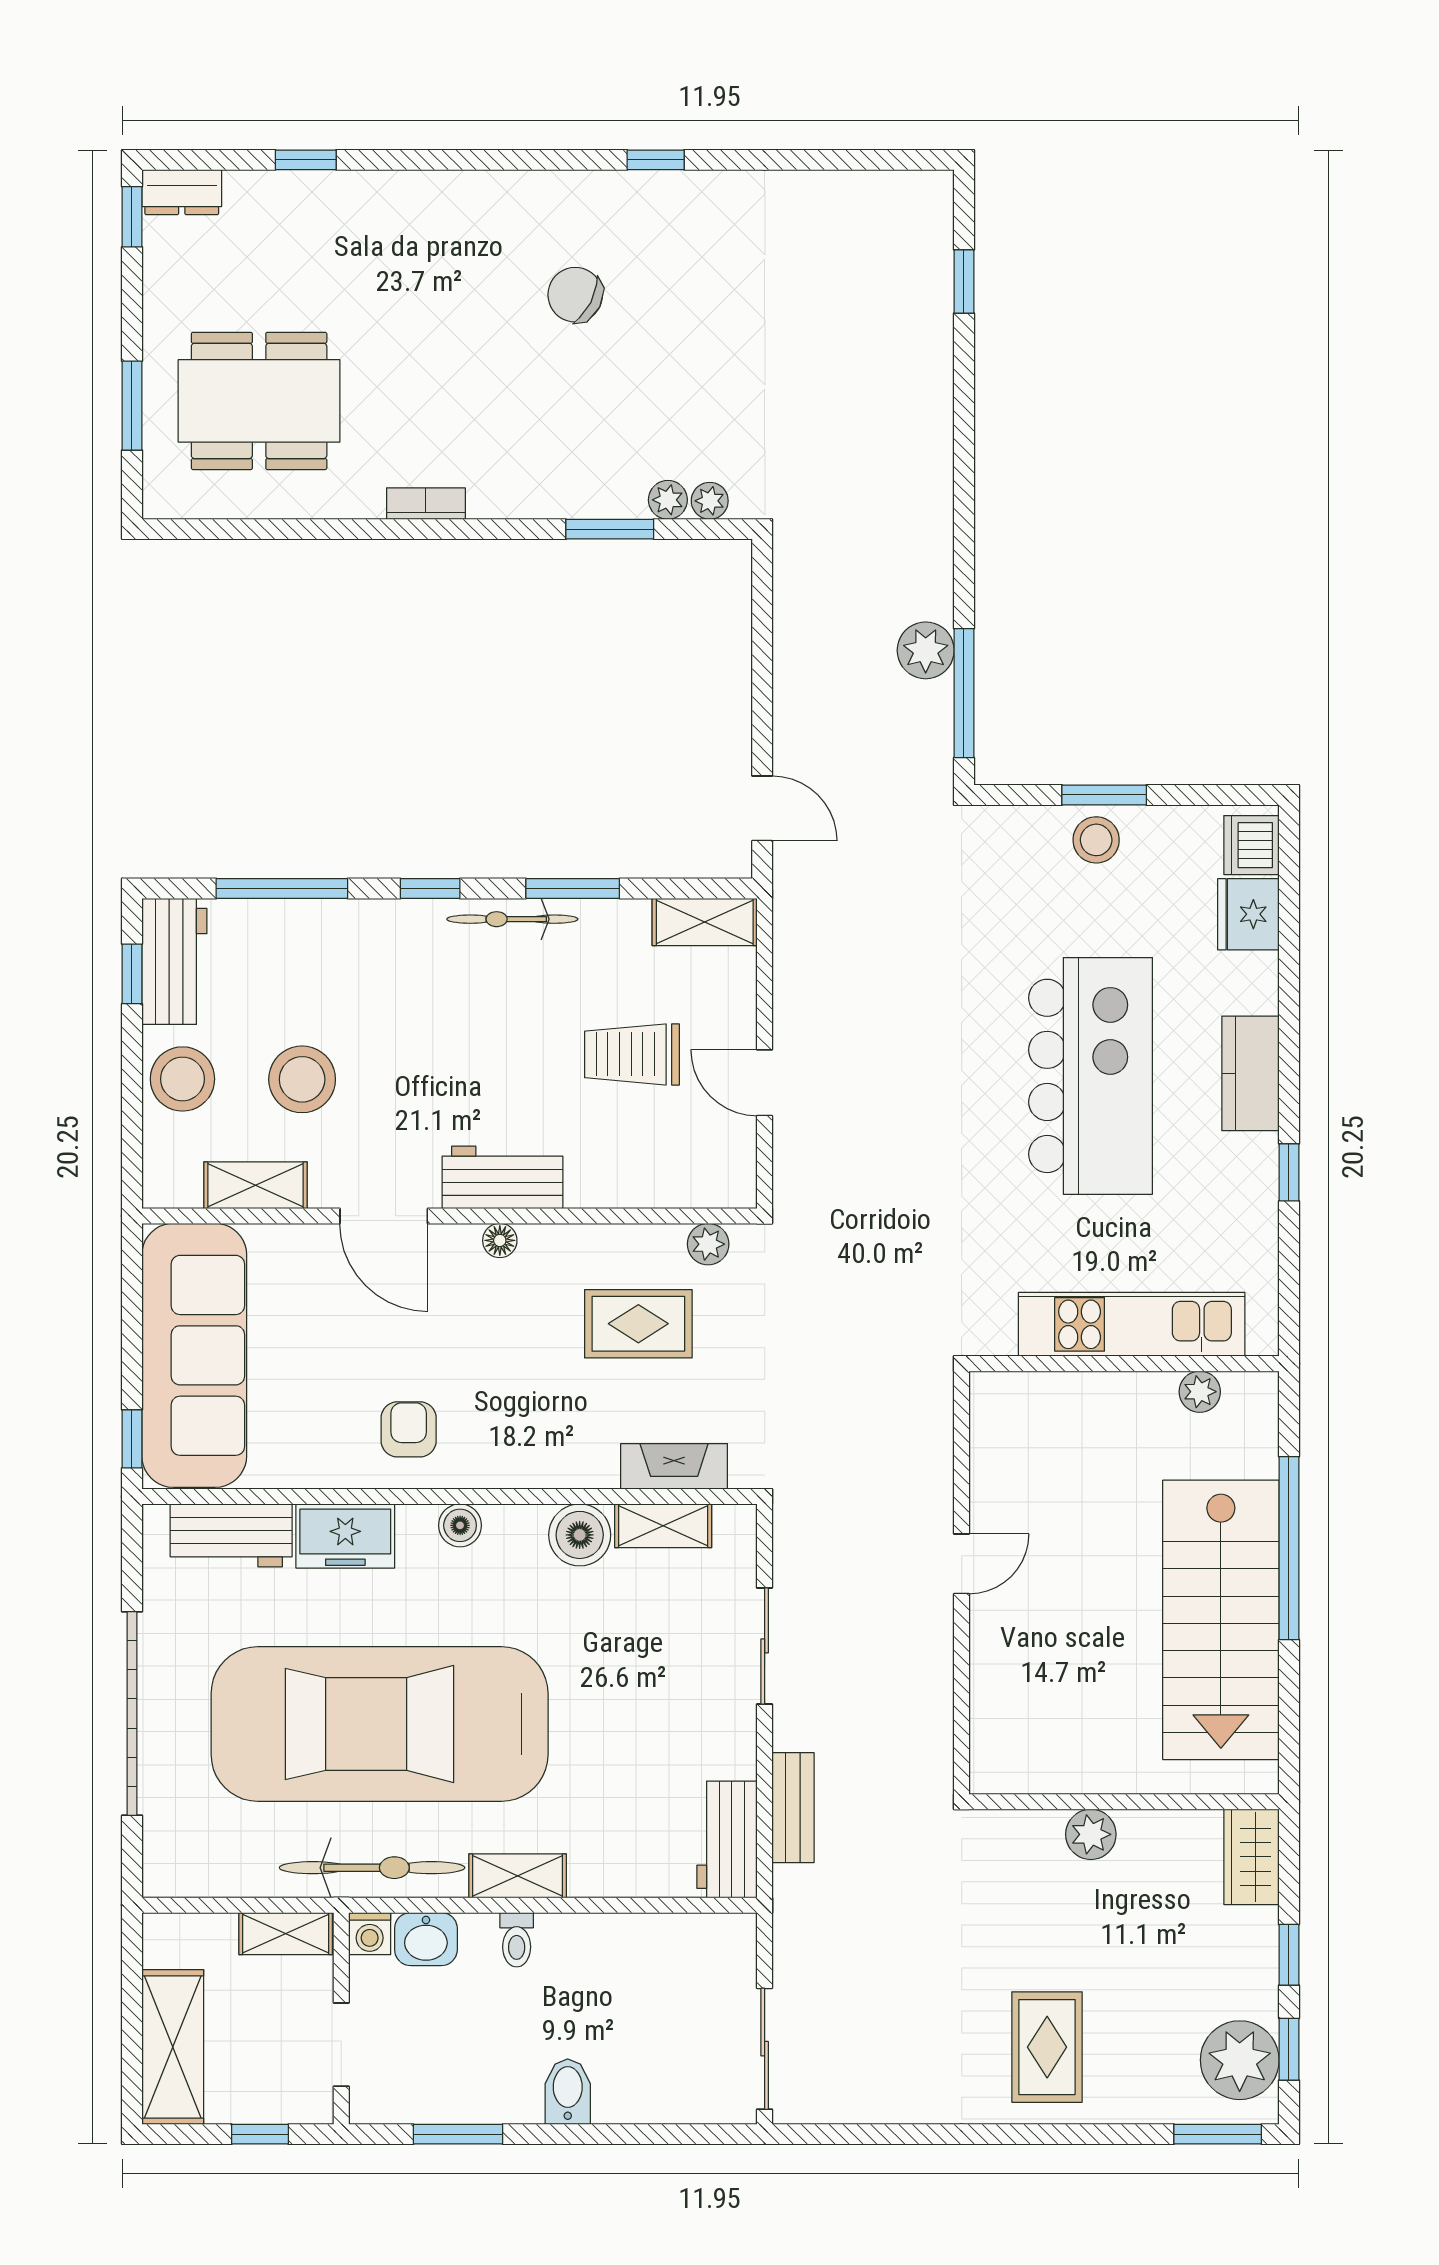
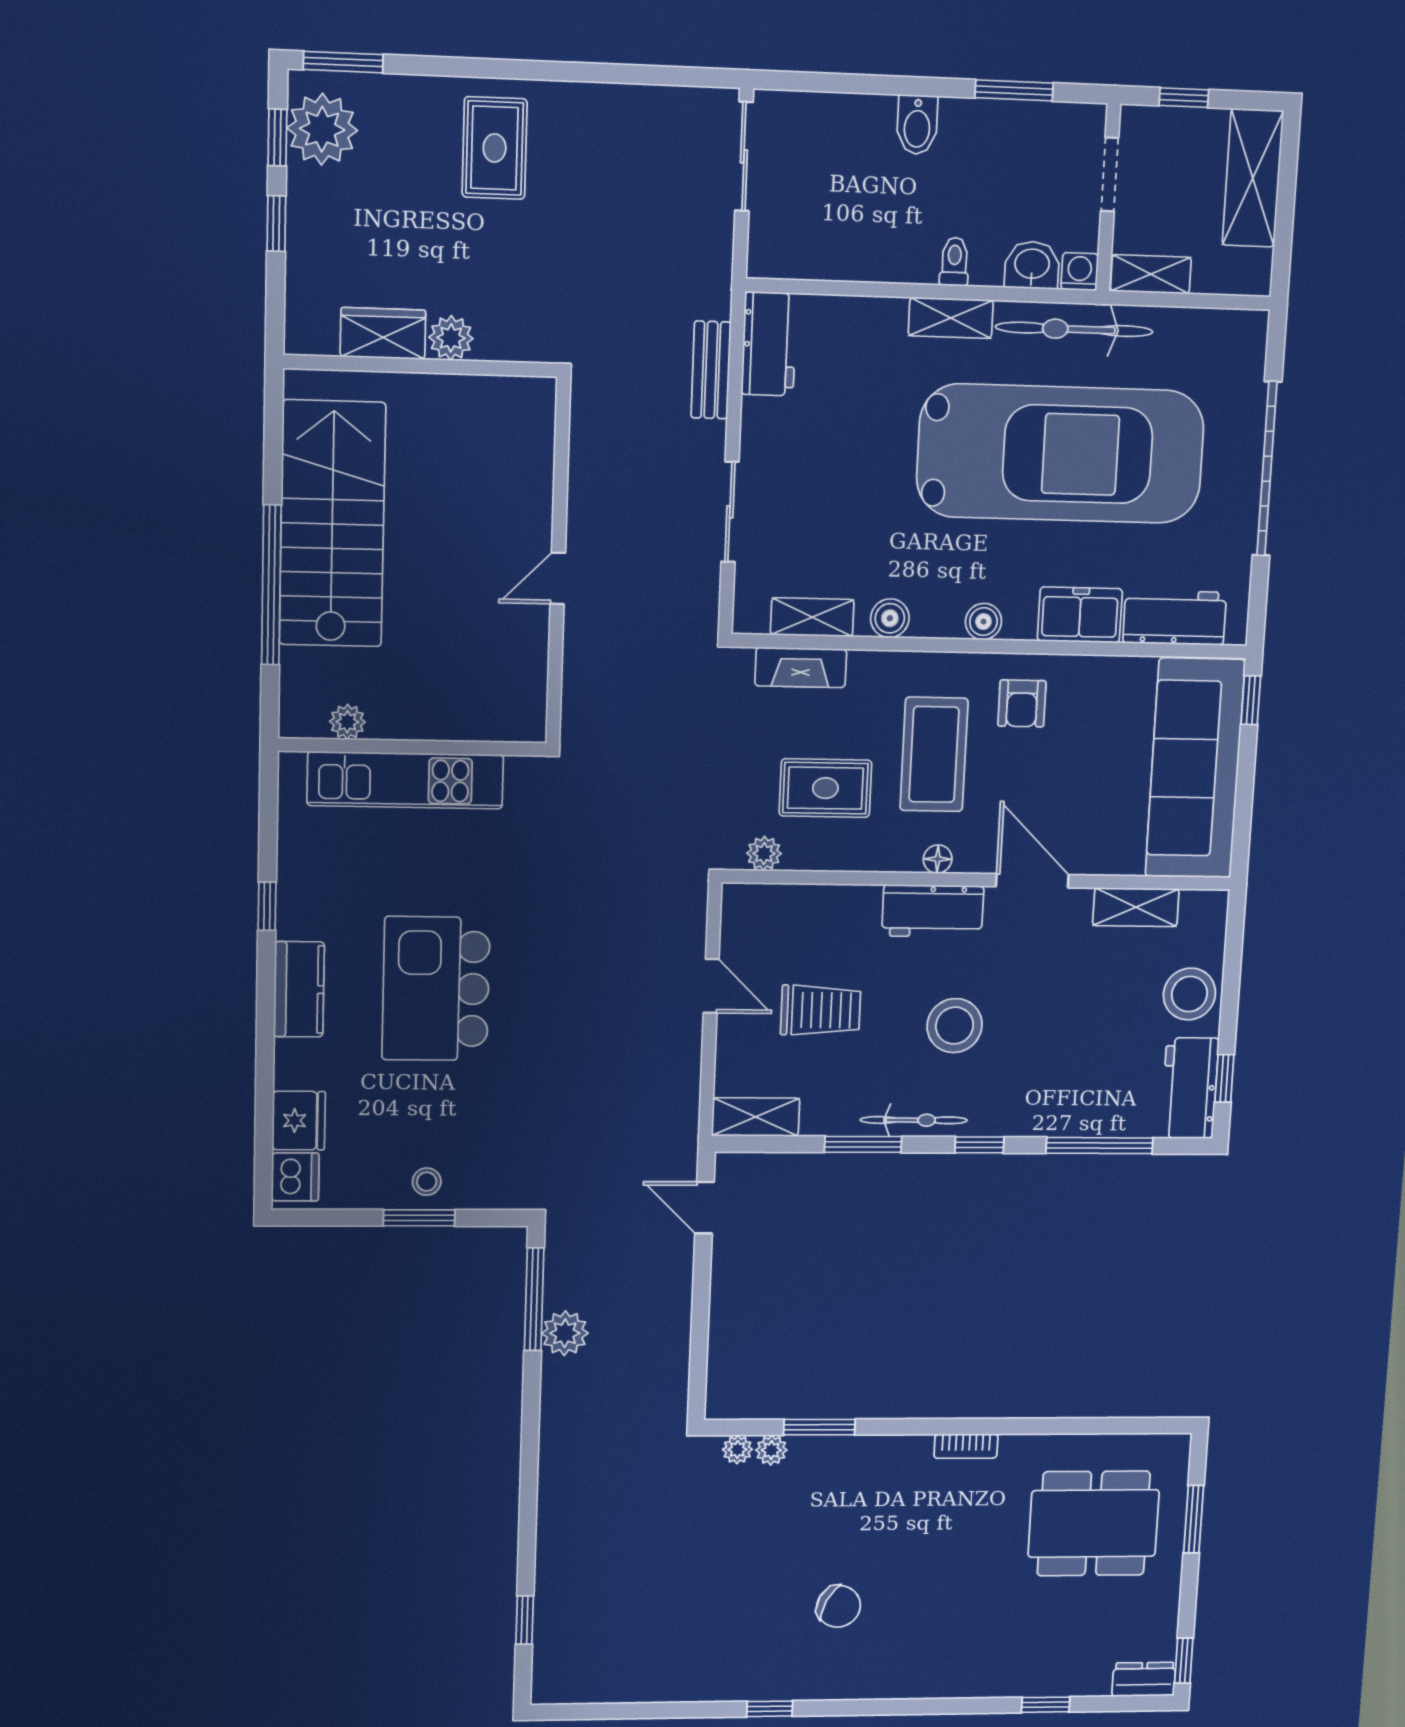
stool: (1096, 840) -> (427, 1182), width x0.73, depth x0.73
kitchen island: (1090, 1076) -> (436, 989), width x0.73
stool: (302, 1079) -> (955, 1026), moved
coffee table: (511, 1366) -> (934, 754), added
boiler: (580, 1535) -> (890, 618), width x0.73, depth x0.73
wardrobe: (1251, 1857) -> (383, 333), moved, turned -90

